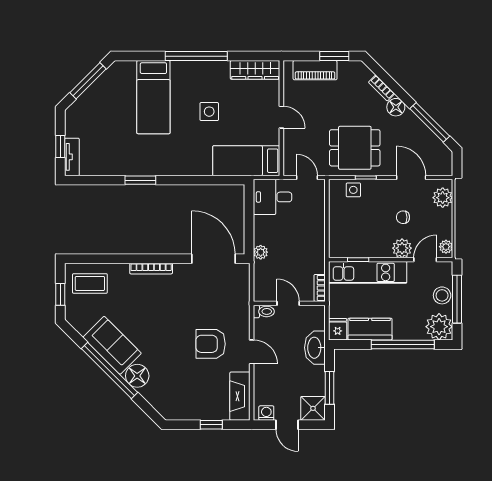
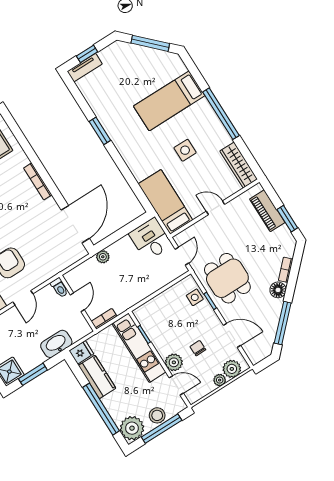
door: (281, 117) -> (216, 208), swing flipped
door: (411, 178) -> (232, 335), hinge flipped
plant: (446, 247) -> (220, 380), moved

